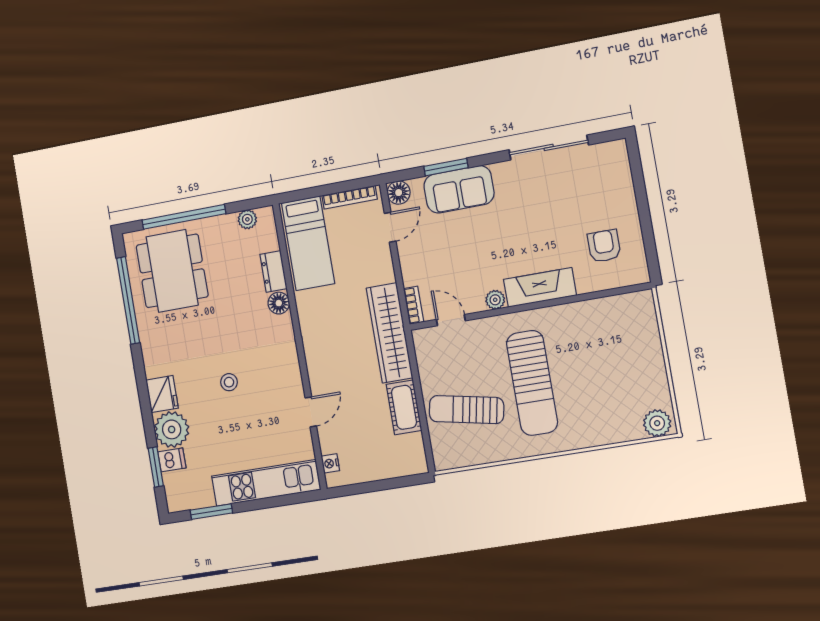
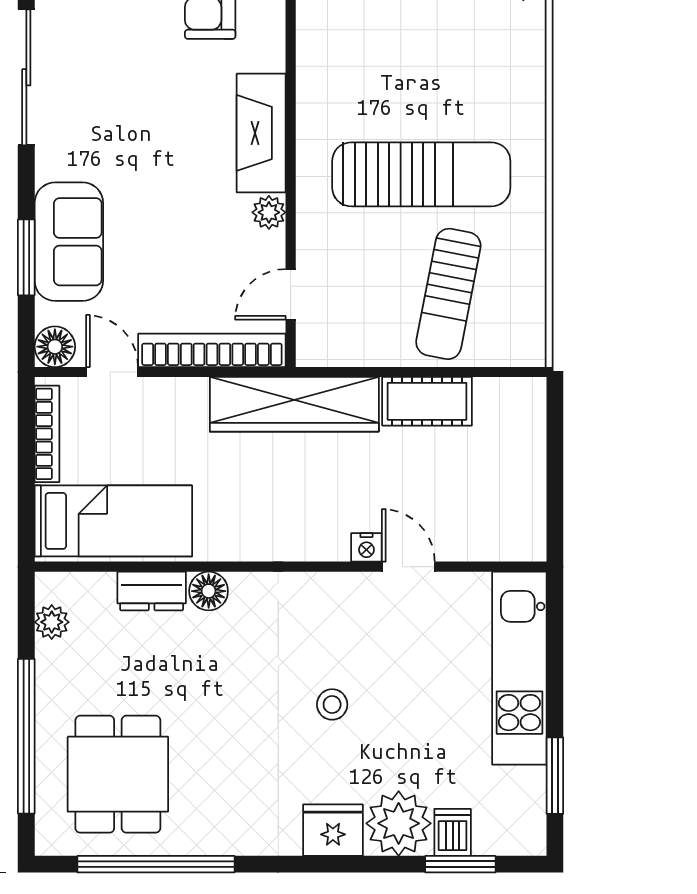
dining table: (172, 271) -> (118, 774), width x0.73
bookcase: (414, 305) -> (212, 350), width x2.31, depth x1.31
nightstand: (330, 463) -> (366, 547), moved

